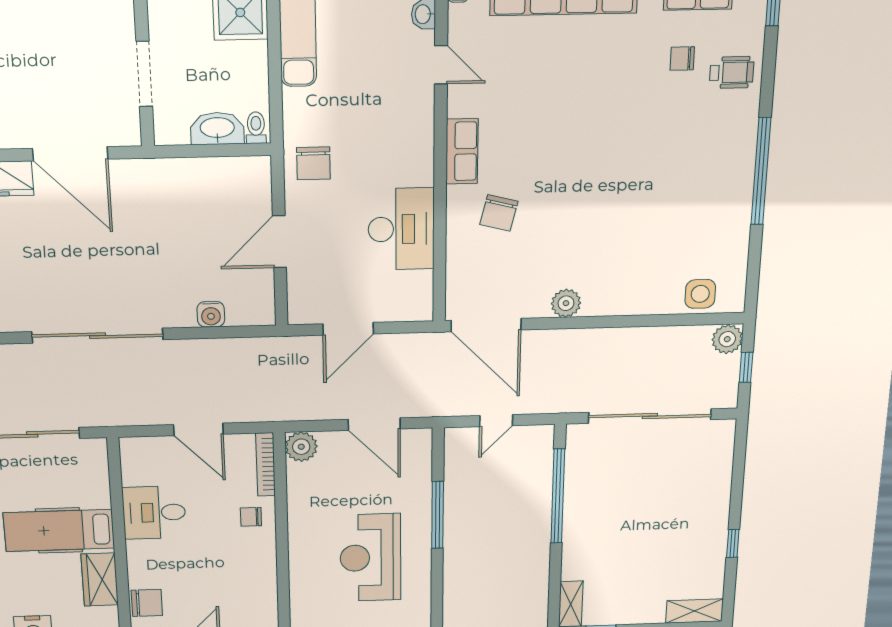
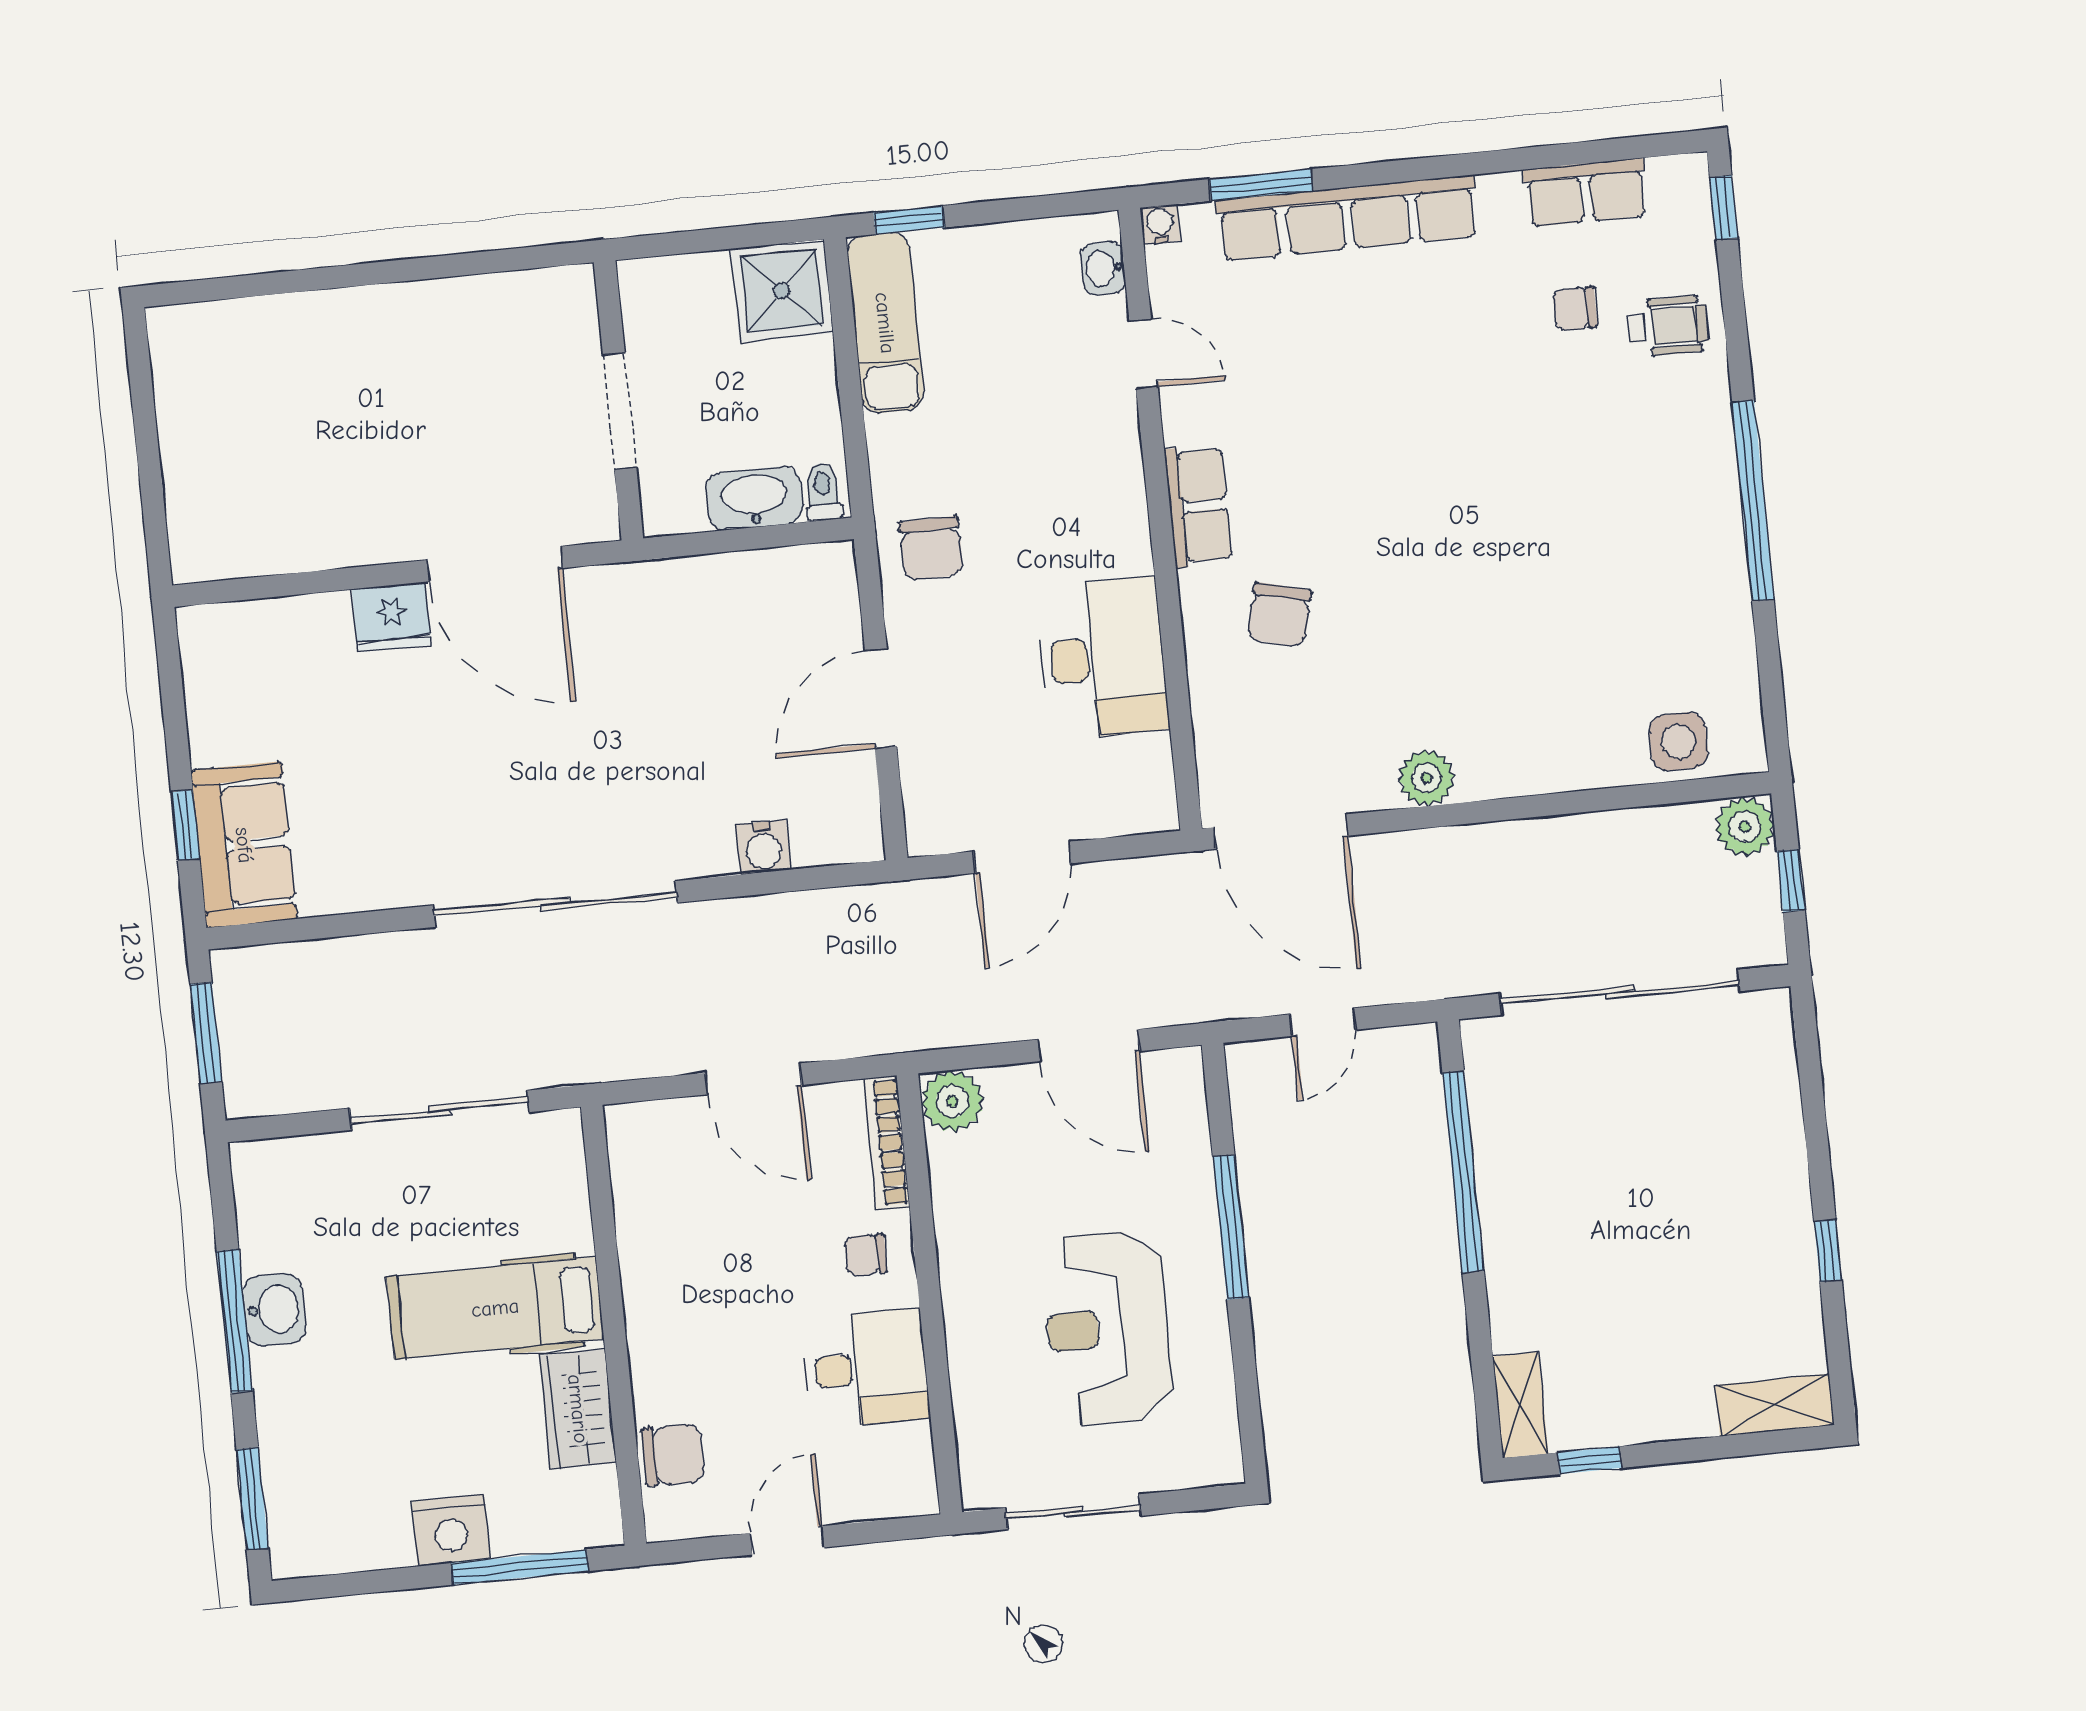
desk: (154, 513) -> (866, 1368), moved, turned 180

